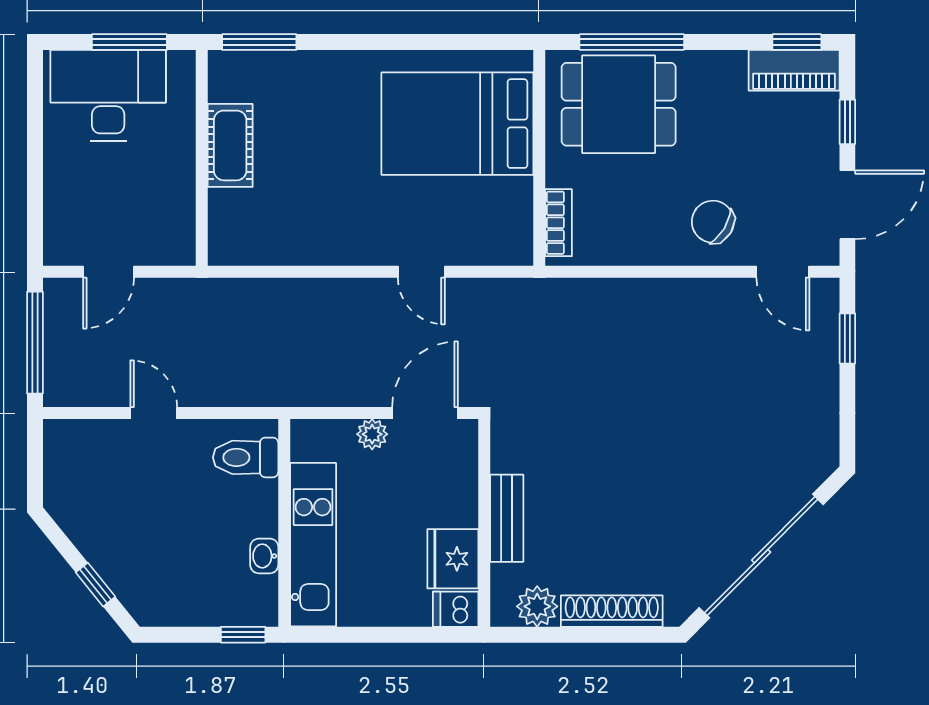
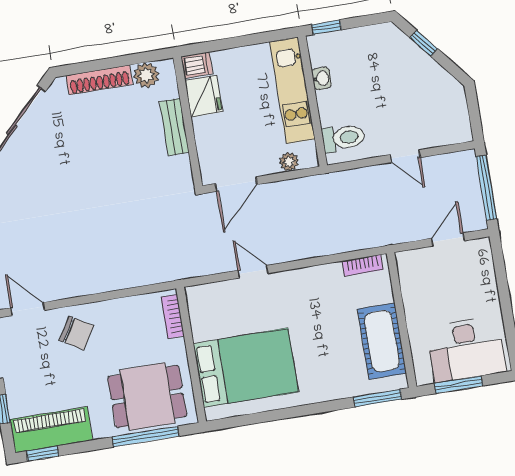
piano: (794, 70) -> (51, 430), width x1.37, depth x1.33
cot: (230, 145) -> (382, 341), width x1.37, depth x1.34
bookcase: (249, 253) -> (363, 265), added
plant: (372, 434) -> (289, 162), moved

